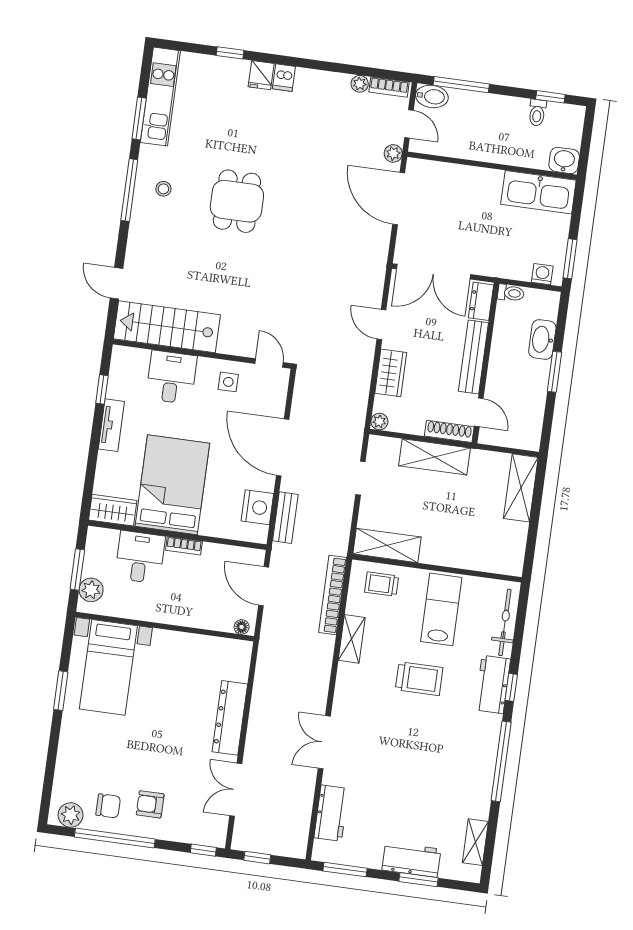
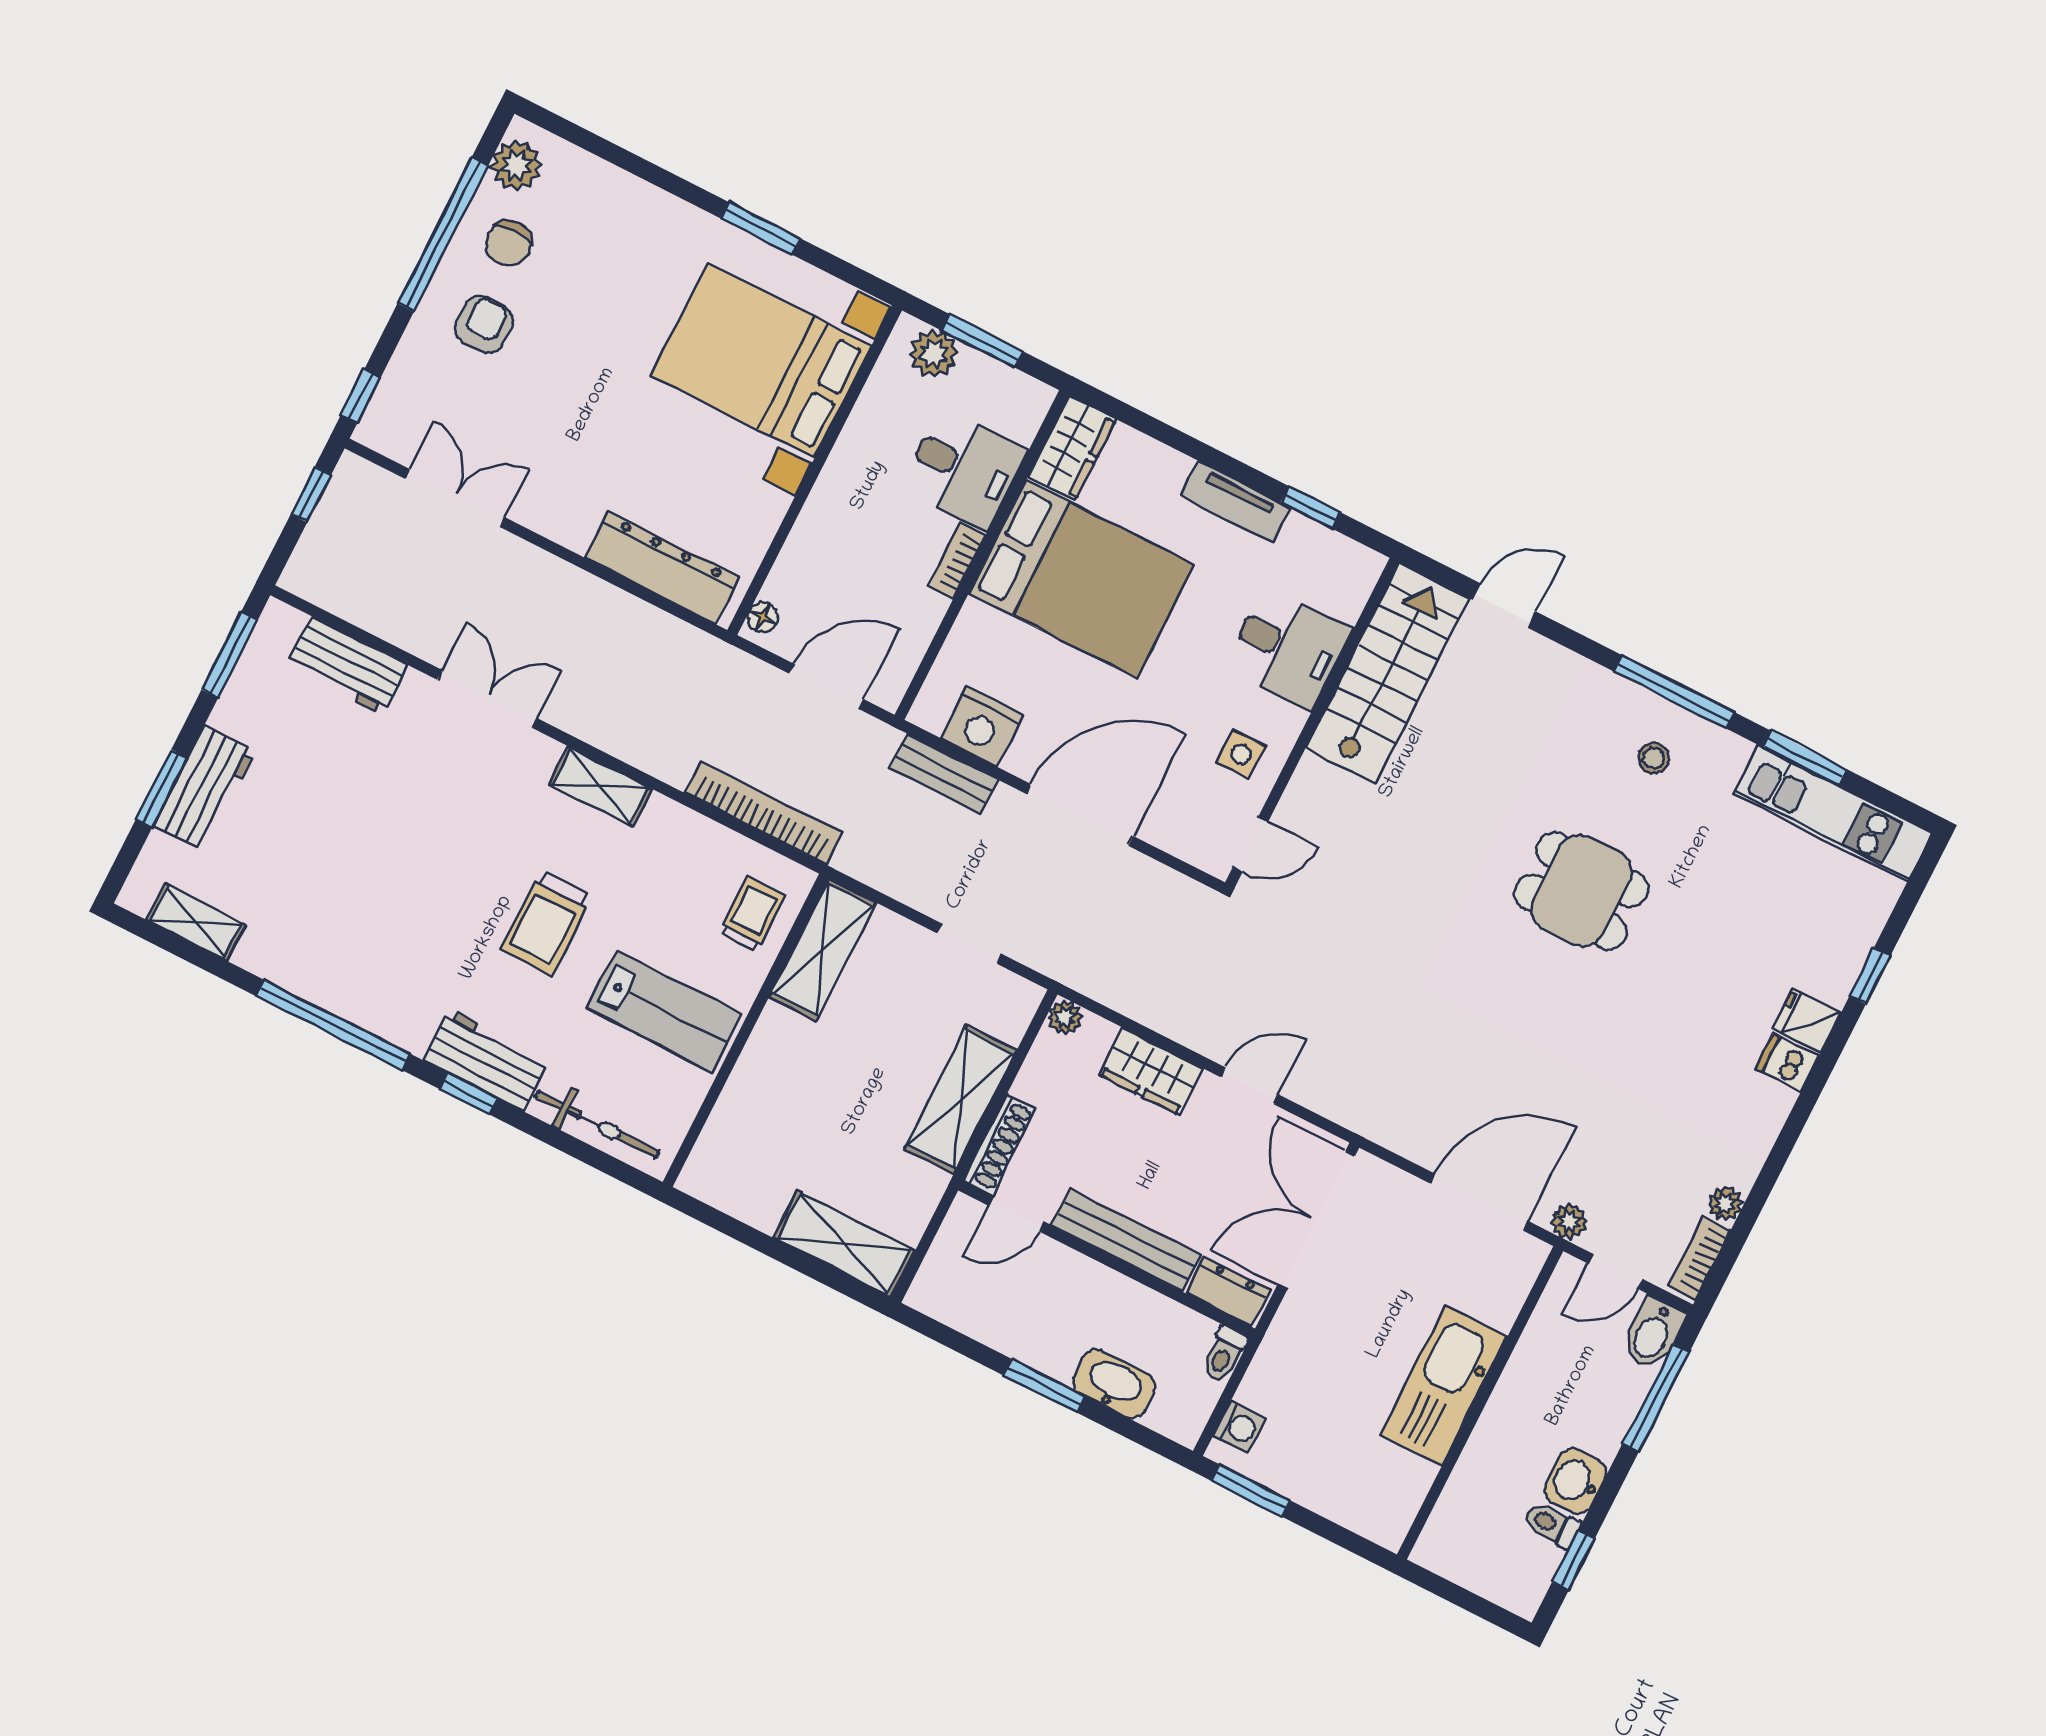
washbasin: (564, 160) -> (1575, 1481), moved, turned 180
kitchen sink: (538, 192) -> (1444, 1386), moved
shelving: (352, 639) -> (600, 786), moved
bed with nightstands: (108, 667) -> (761, 360), width x1.36
dresser: (230, 718) -> (662, 568), moved

